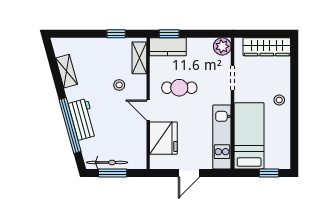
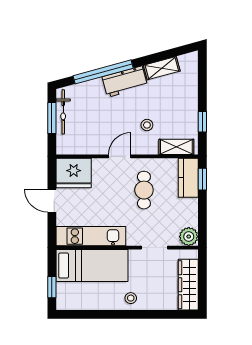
workbench: (83, 119) -> (125, 81), moved
fridge: (163, 138) -> (74, 173), moved

